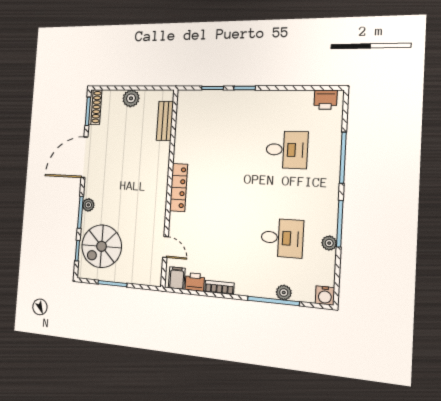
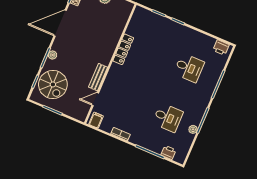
bench: (165, 121) -> (98, 77), moved
locker: (179, 187) -> (123, 49), moved
spiral stairs: (102, 246) -> (53, 84), turned -90
door: (165, 247) -> (95, 99), swing flipped
printer: (195, 282) -> (168, 153), moved
plant: (284, 293) -> (158, 149), removed
water cooler: (325, 296) -> (180, 158), removed

